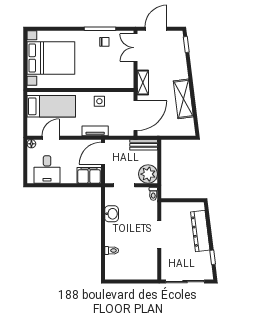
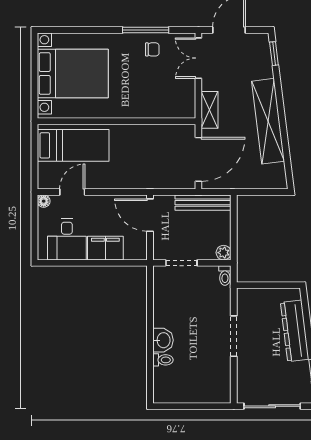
shelving: (183, 99) -> (268, 121), width x1.47
side table: (99, 101) -> (145, 138), removed
tv unit: (95, 131) -> (138, 182), removed
bench: (144, 145) -> (203, 203), width x1.36
door: (103, 153) -> (150, 215), hinge flipped
plant: (148, 174) -> (224, 253), width x0.53, depth x0.53
filing cabinet: (89, 175) -> (105, 248), moved
washbasin: (112, 214) -> (163, 340), moved

